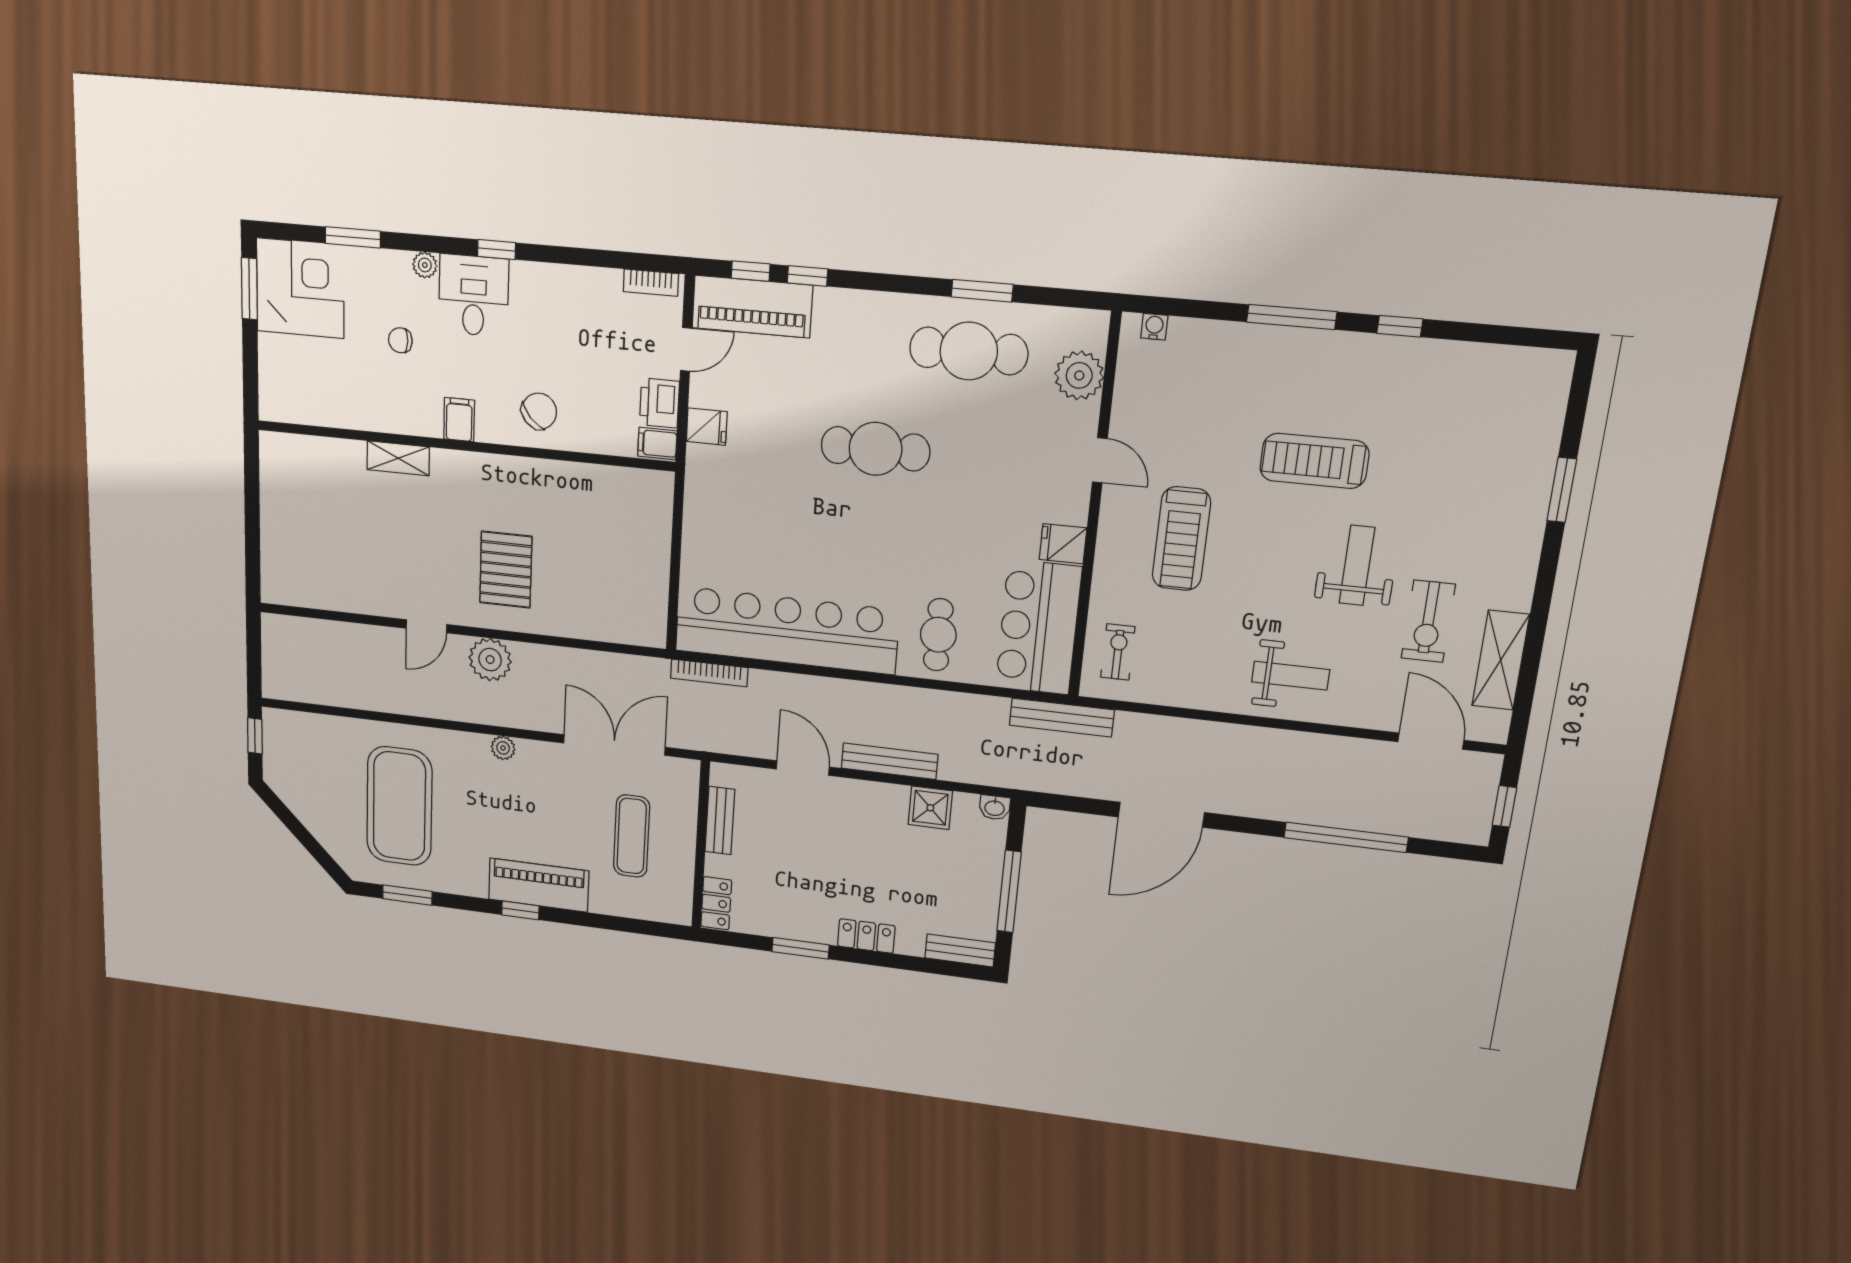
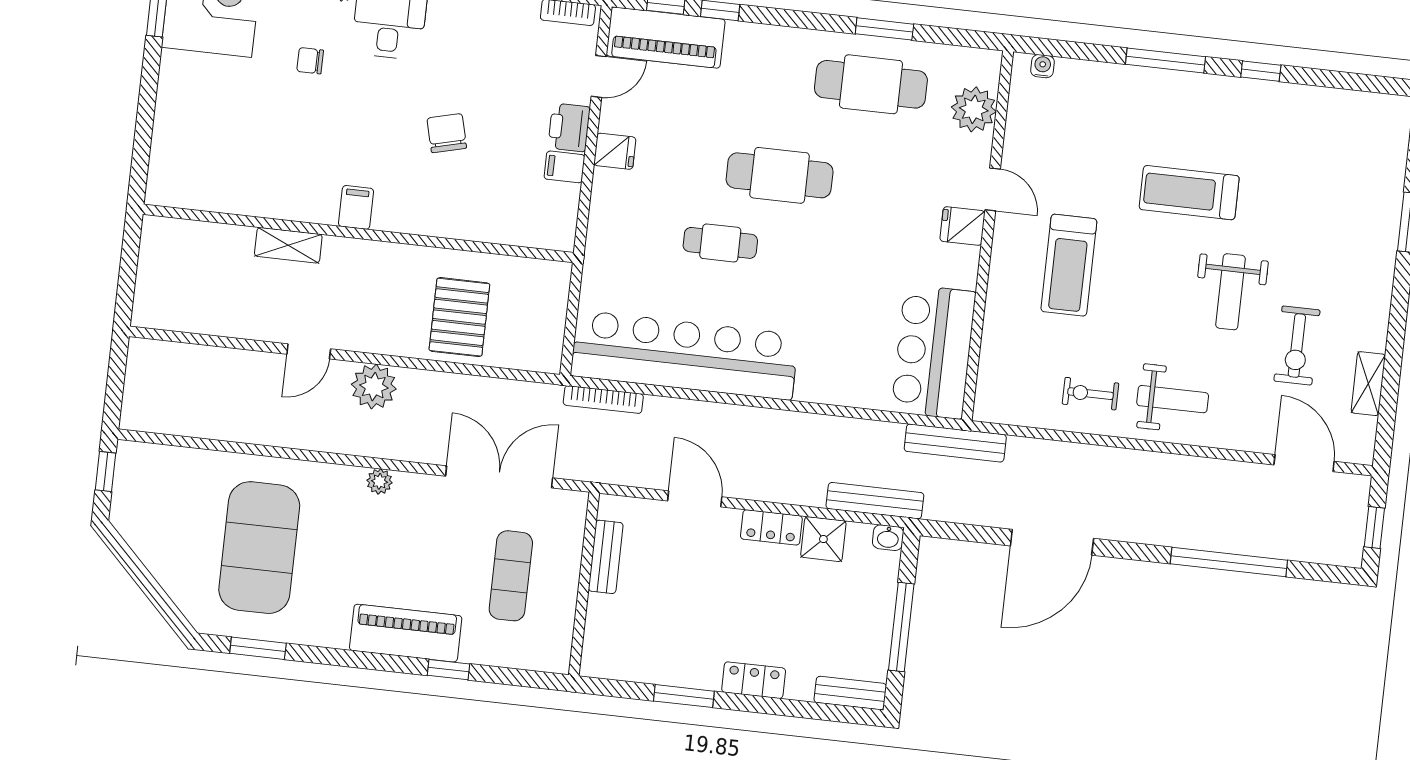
chair: (539, 411) -> (447, 133), turned -62
filing cabinet: (459, 420) -> (356, 207), moved
wall: (464, 446) -> (358, 233), moved
shelving: (398, 458) -> (288, 245), moved
fridge: (1063, 544) -> (963, 226), moved
weight bench: (1357, 565) -> (1231, 292), turned 180
pallet: (506, 570) -> (459, 317), moved
cafe table: (938, 635) -> (720, 243), moved, turned 90
exercise bike: (1118, 652) -> (1090, 394), moved, turned -90
shelving: (1501, 660) -> (1368, 384), width x0.67, depth x0.75
bench: (890, 761) -> (875, 501), moved
locker: (716, 903) -> (771, 527), moved, turned 90
window: (520, 910) -> (449, 670), moved

